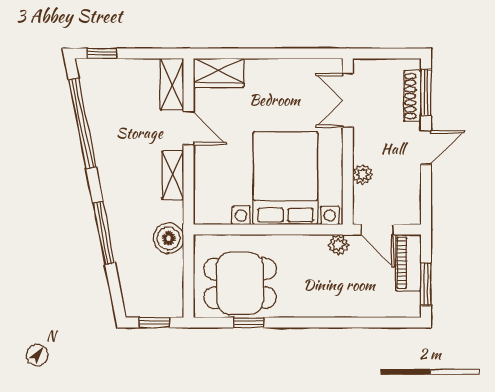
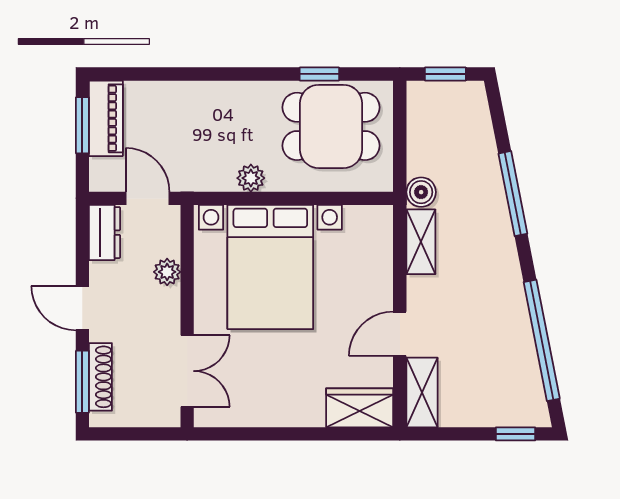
door: (189, 128) -> (400, 334), hinge flipped
door: (426, 148) -> (82, 308), hinge flipped
shelving: (173, 175) -> (421, 242), moved
dresser: (409, 204) -> (105, 233), added
boiler: (169, 238) -> (421, 192), width x0.73, depth x0.73
plant: (339, 245) -> (251, 178), moved
piano: (408, 263) -> (106, 118), moved

